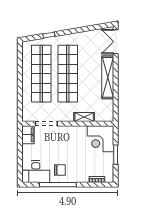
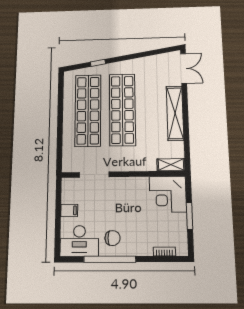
double door: (116, 42) -> (184, 68), swing flipped
shelving: (84, 117) -> (171, 165), moved
filing cabinet: (28, 135) -> (69, 210), moved, width x0.50

